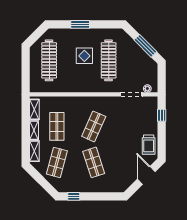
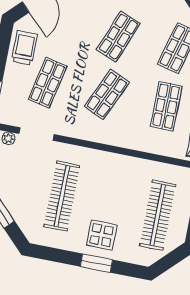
display table: (84, 56) -> (102, 235), moved
shop shelf: (131, 126) -> (48, 83), added
shop shelf: (94, 162) -> (118, 36), turned 39

